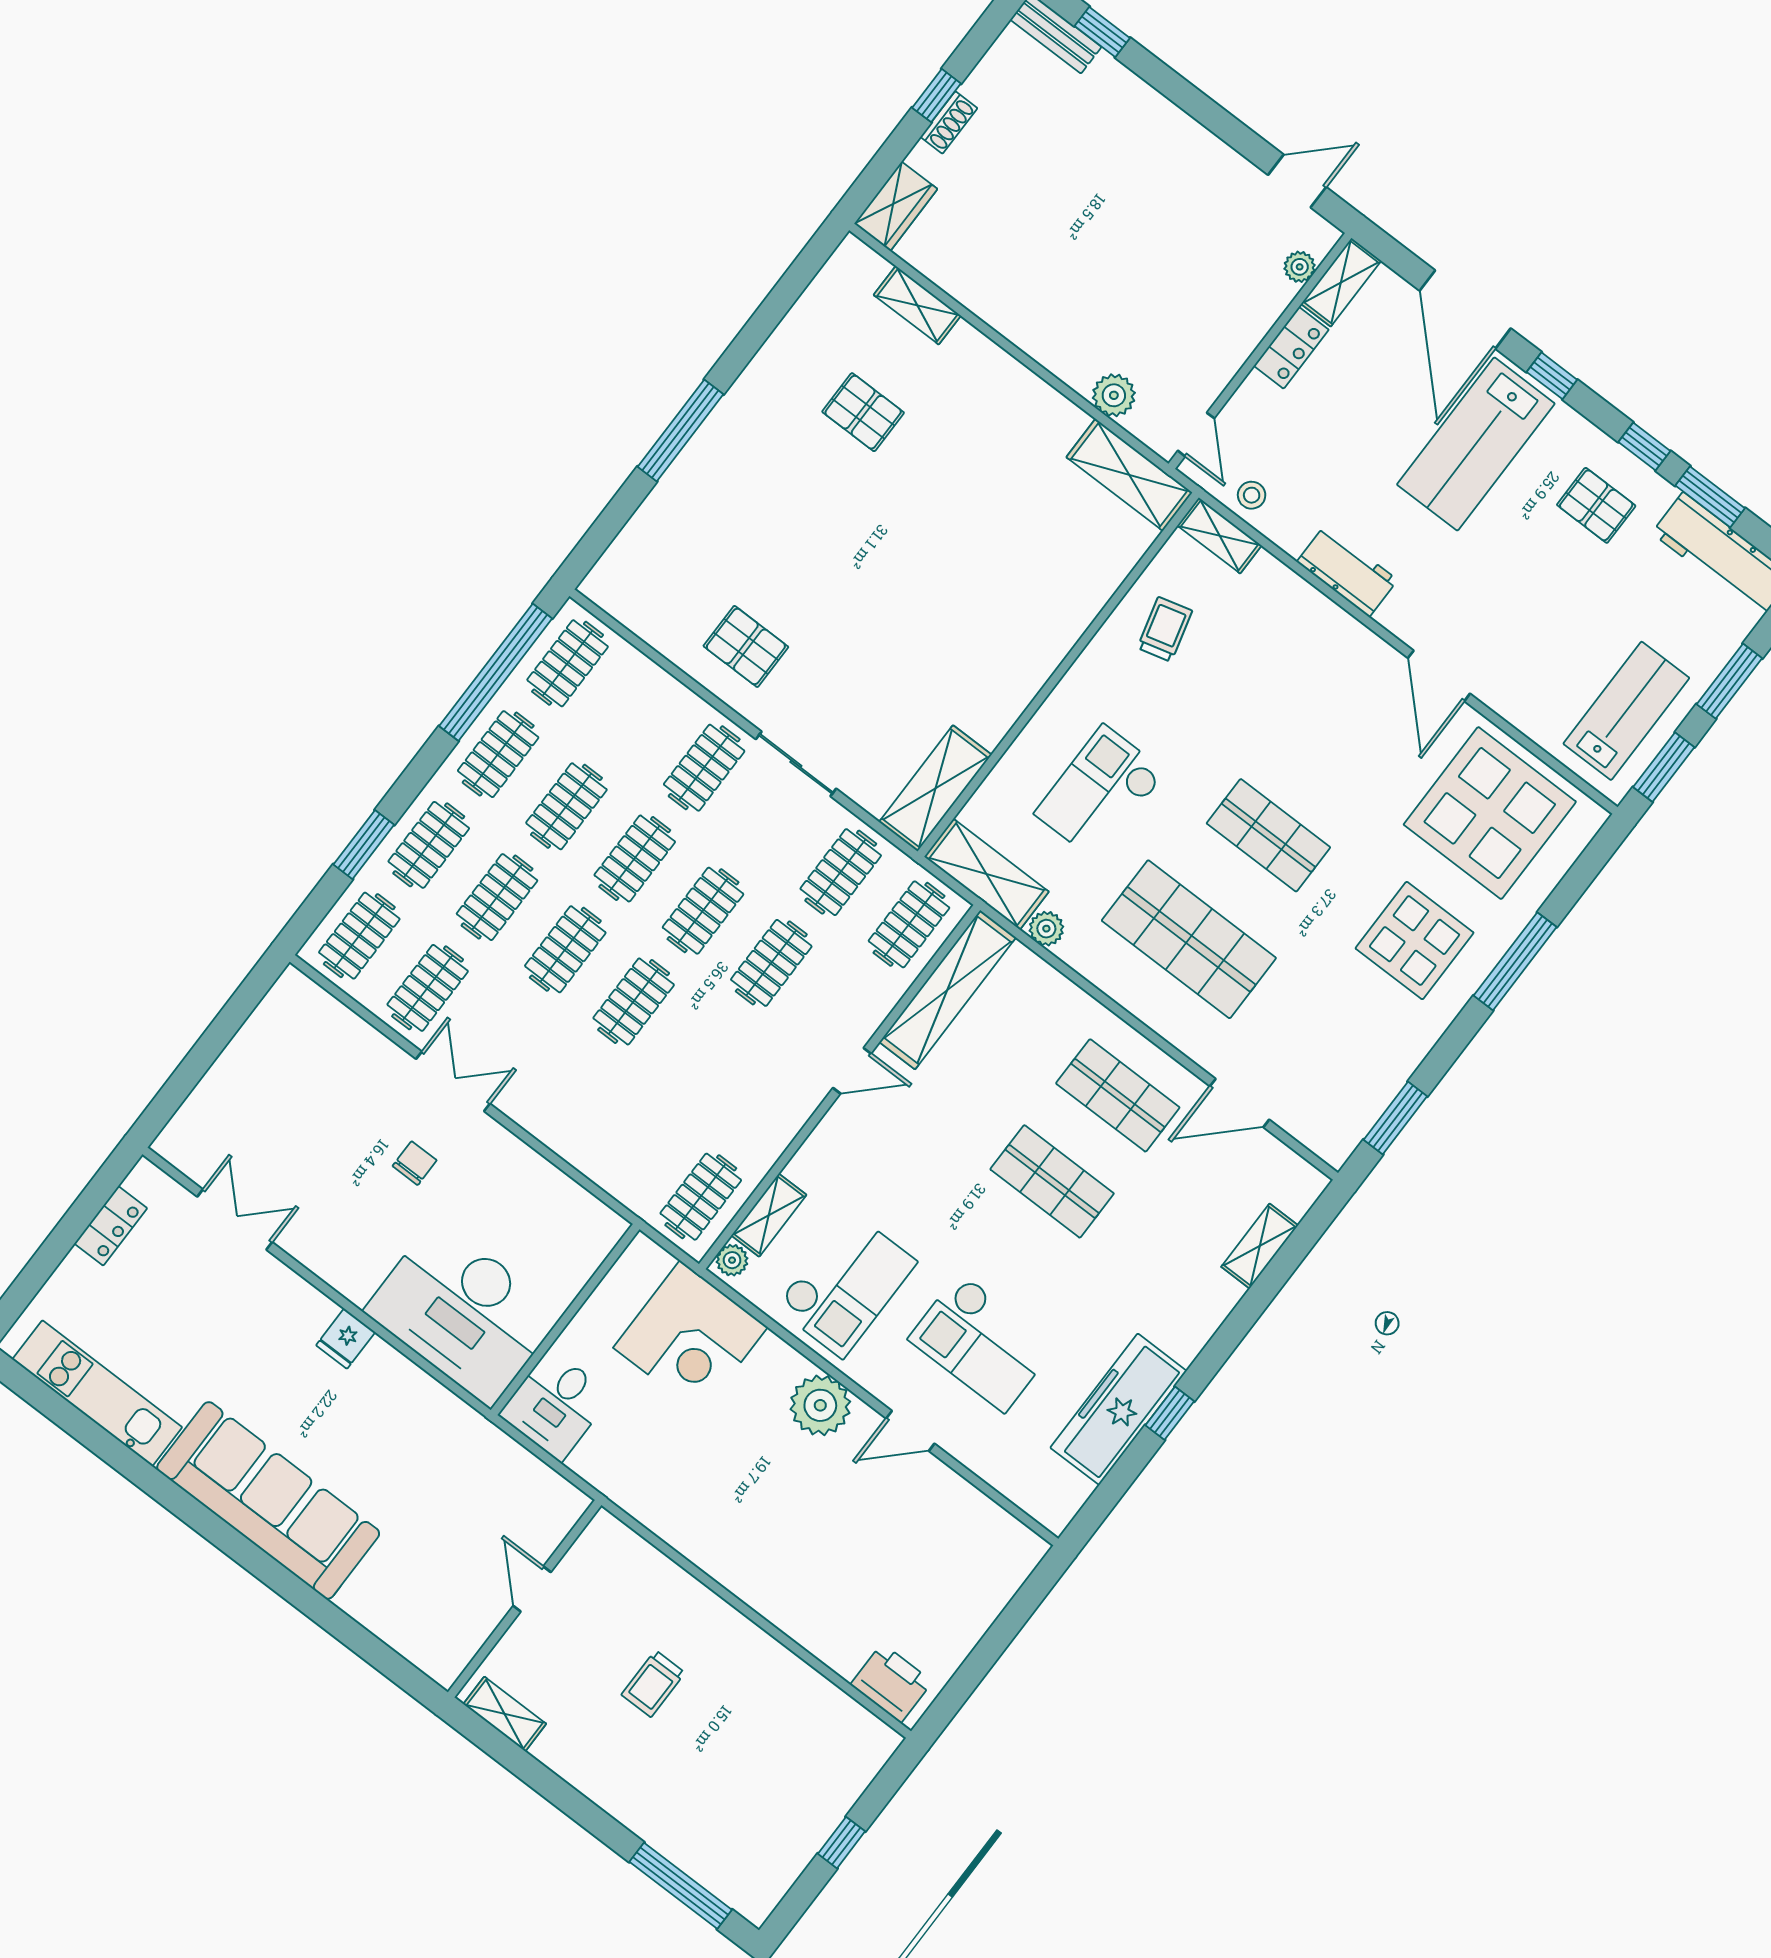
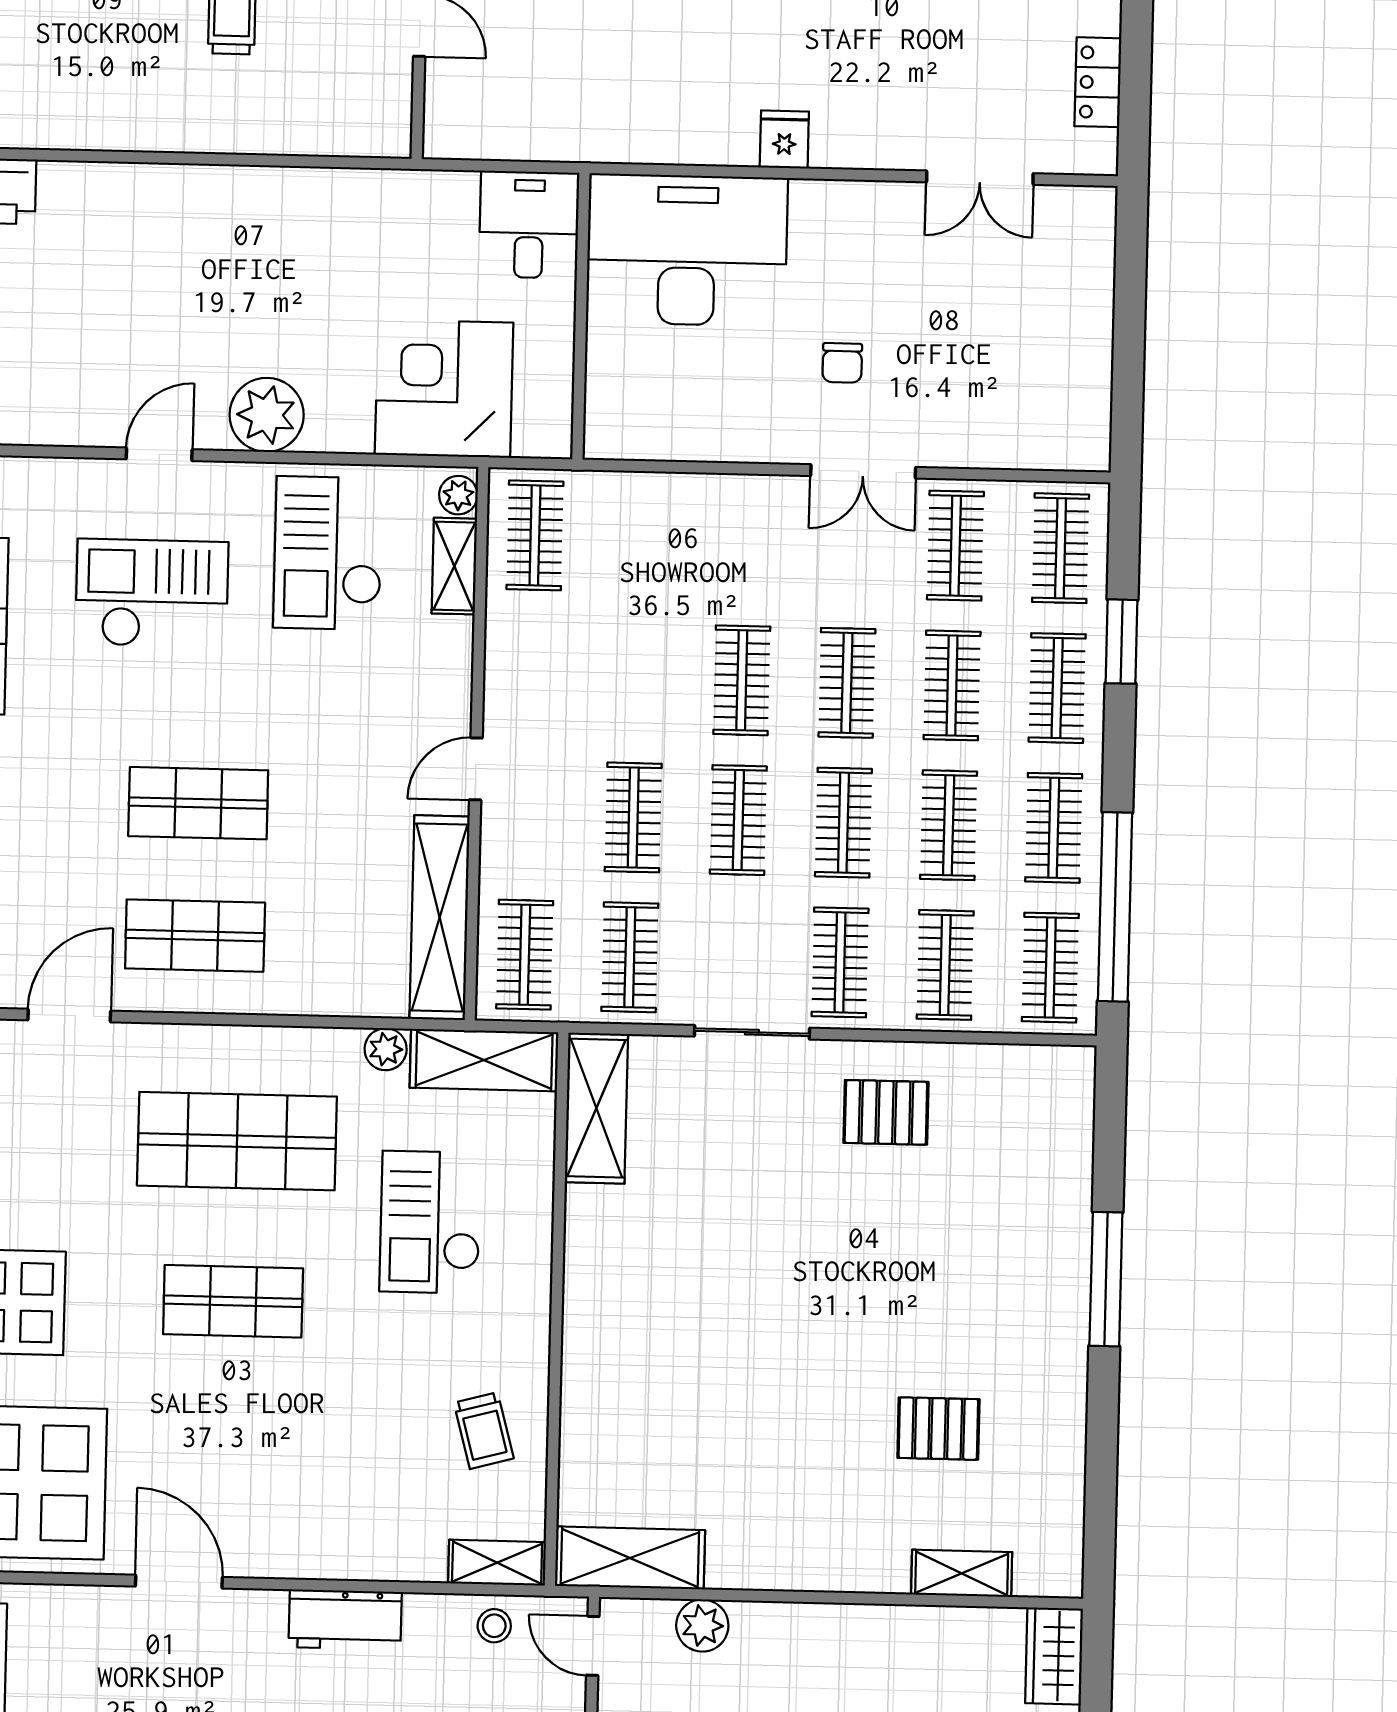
clothes rail: (636, 715) -> (945, 965), added
checkout: (1100, 793) -> (430, 1222), turned 180

